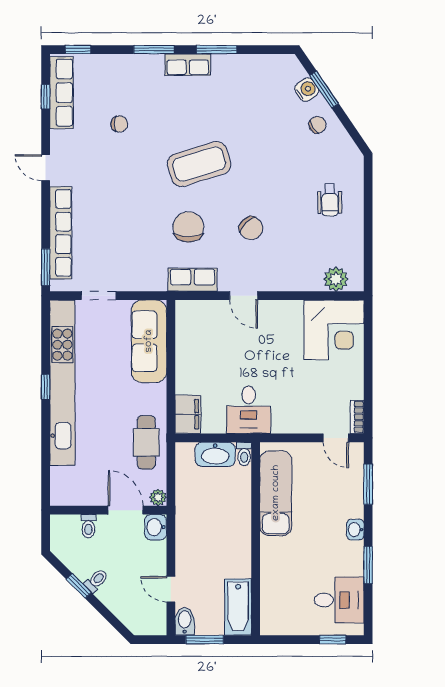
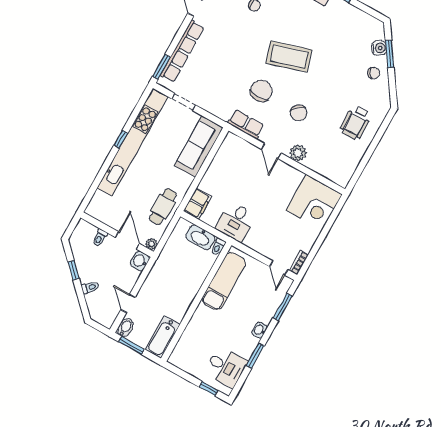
wheelchair: (330, 200) -> (356, 122), width x1.36, depth x1.37
plant: (336, 279) -> (298, 153), moved
toilet: (96, 581) -> (90, 287), moved

